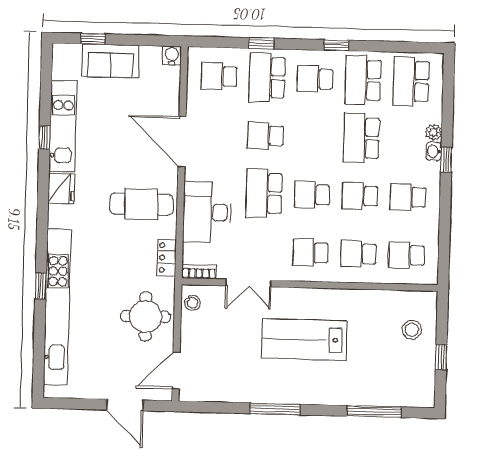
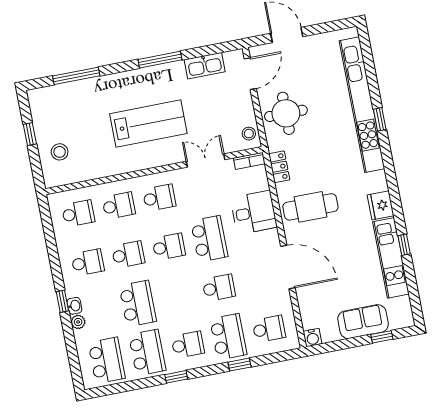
desk: (207, 212) -> (254, 212), width x0.73
kitchen sink: (226, 391) -> (205, 66), added

